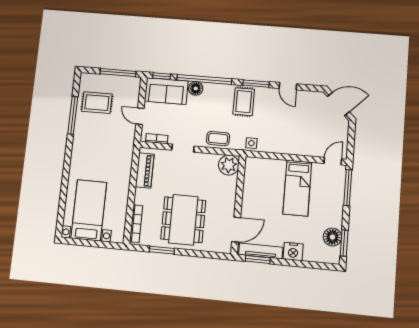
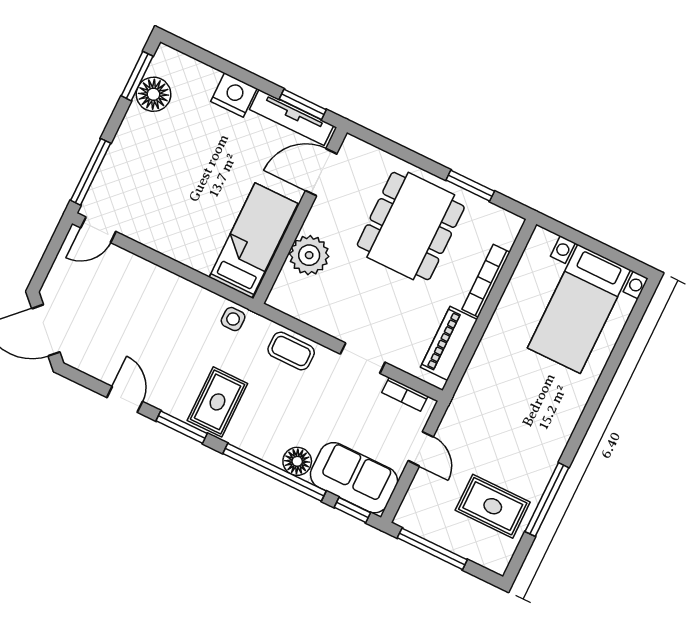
plant: (229, 165) -> (309, 255), moved
bed: (297, 188) -> (254, 240), moved
bookcase: (136, 224) -> (486, 281), moved

